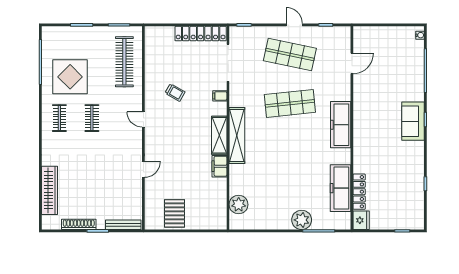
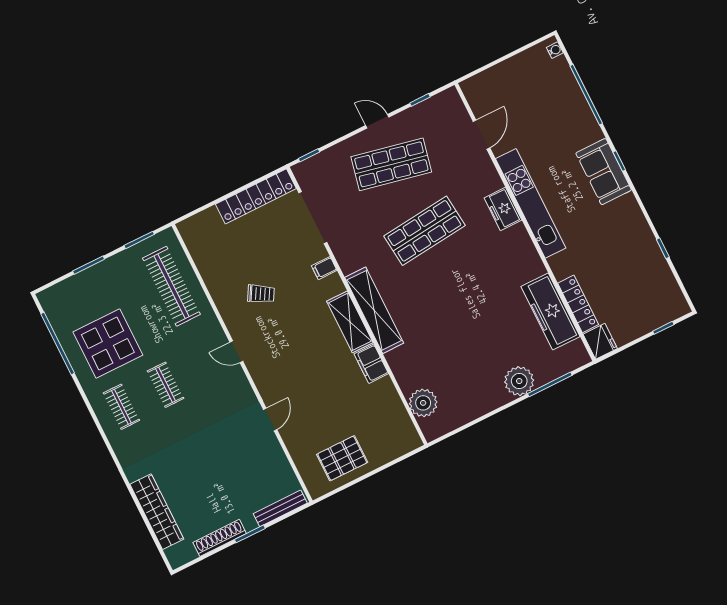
kitchen unit: (361, 118) -> (531, 203), added
freezer: (341, 125) -> (503, 209), width x0.52, depth x0.79
pallet: (174, 213) -> (342, 458), turned 90

